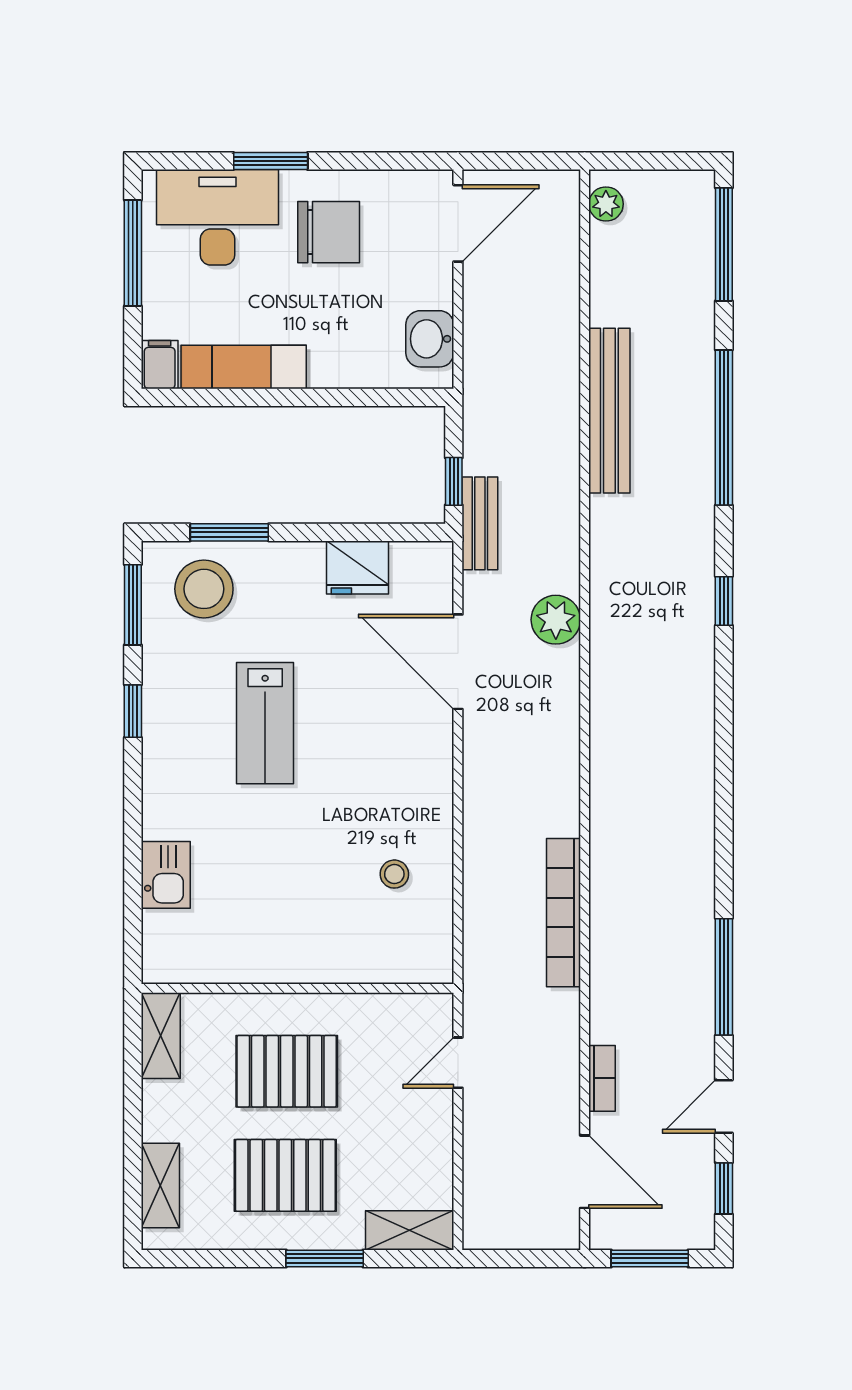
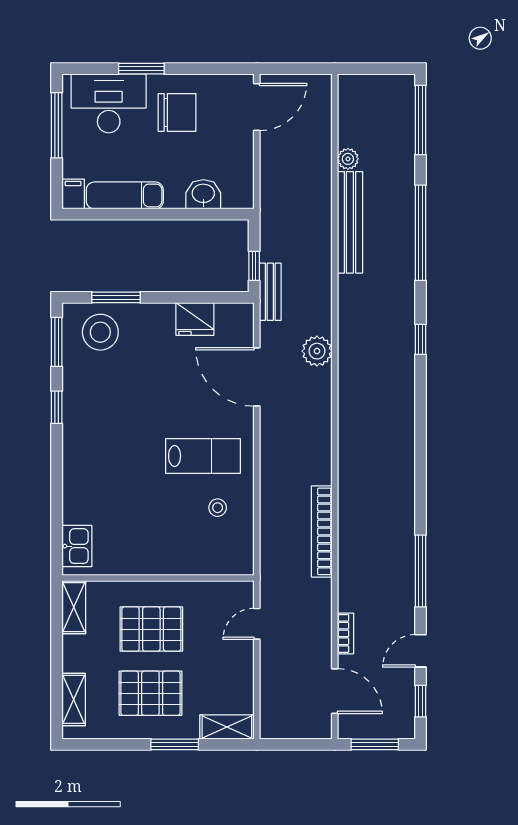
plant: (606, 204) -> (348, 159), moved
washbasin: (430, 339) -> (203, 194), moved, turned 90
lab bench: (265, 723) -> (203, 456), moved, turned -90
kitchen sink: (166, 875) -> (77, 546), moved

